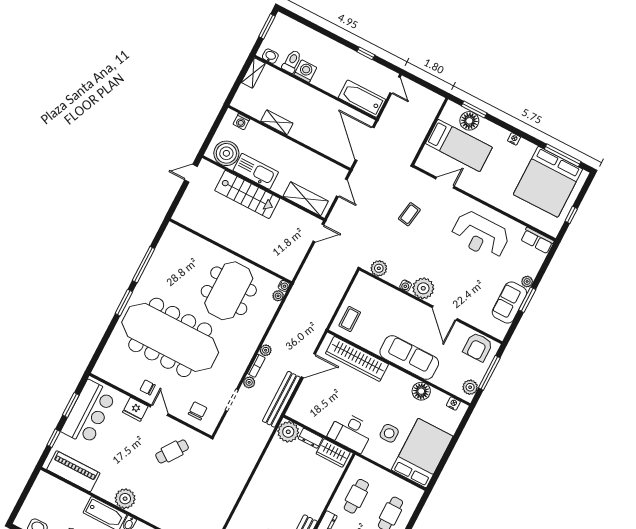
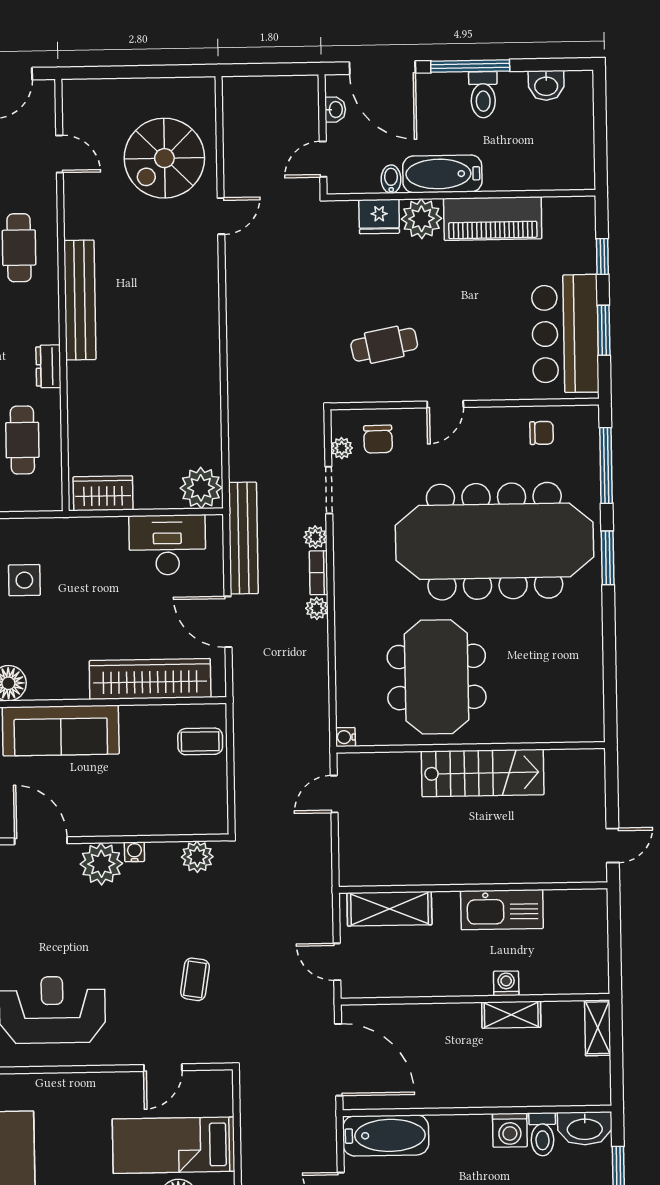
washbasin: (270, 56) -> (585, 1128), width x1.91, depth x1.45
shelving: (253, 73) -> (598, 1028), moved
washing machine: (241, 122) -> (506, 983), moved
boiler: (226, 153) -> (570, 913), removed
stairs: (247, 194) -> (483, 773), moved, turned 180
door: (318, 233) -> (334, 794), moved
window: (144, 265) -> (606, 465), moved
plant: (278, 296) -> (342, 448), moved
coffee table: (350, 319) -> (200, 741), turned 90
door: (308, 366) -> (228, 622), hinge flipped
chair: (148, 387) -> (542, 433), moved
fridge: (135, 409) -> (379, 216), moved, turned 180
door: (159, 410) -> (445, 404), hinge flipped
desk: (351, 432) -> (167, 545), moved
dresser: (310, 438) -> (156, 497), removed
cafe table: (172, 451) -> (384, 345), turned 44
piano: (73, 471) -> (493, 219), moved

